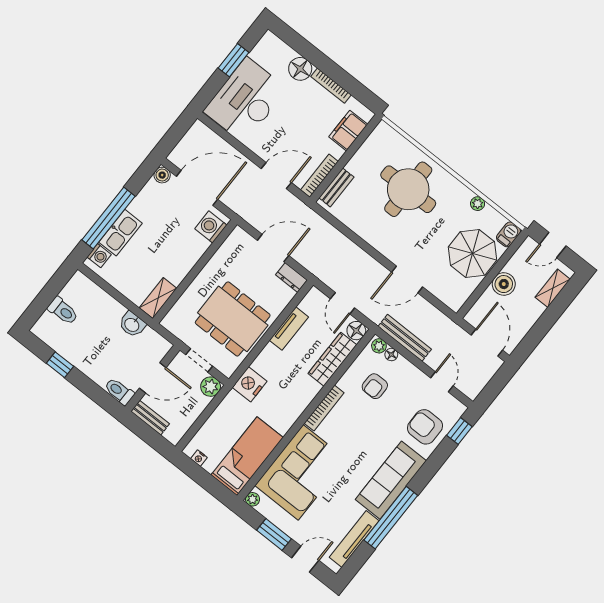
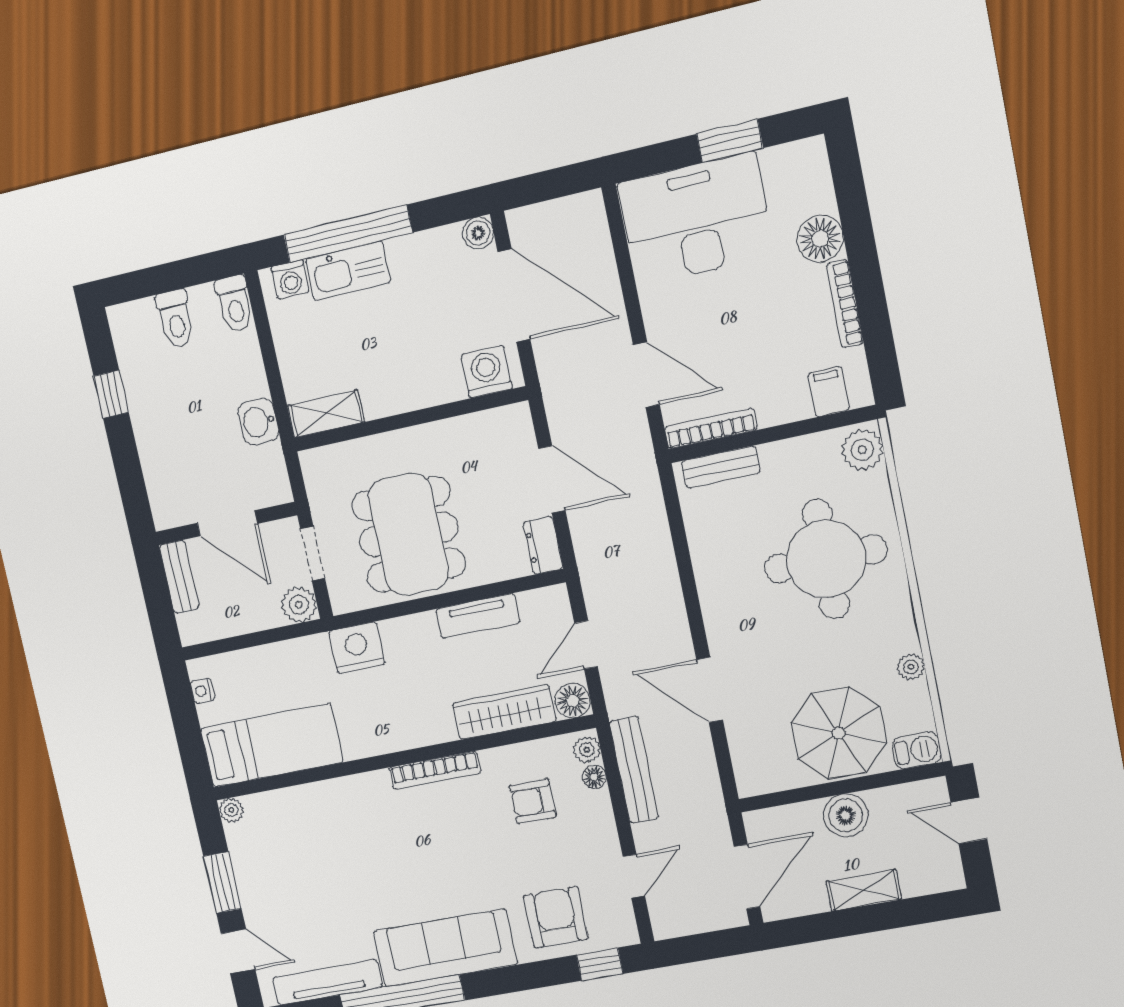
filing cabinet: (348, 131) -> (829, 392), width x0.50
plant: (386, 135) -> (862, 450), added
shelving: (553, 288) -> (864, 890), moved
toilet: (119, 391) -> (235, 304), moved, turned 180
corner sofa: (301, 472) -> (328, 831), removed

